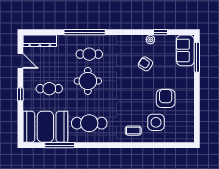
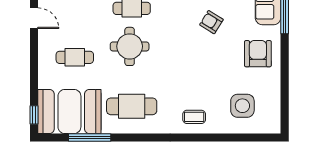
window: (20, 94) -> (34, 115), moved
armchair: (166, 98) -> (258, 54), moved
side table: (156, 122) -> (242, 106), moved

